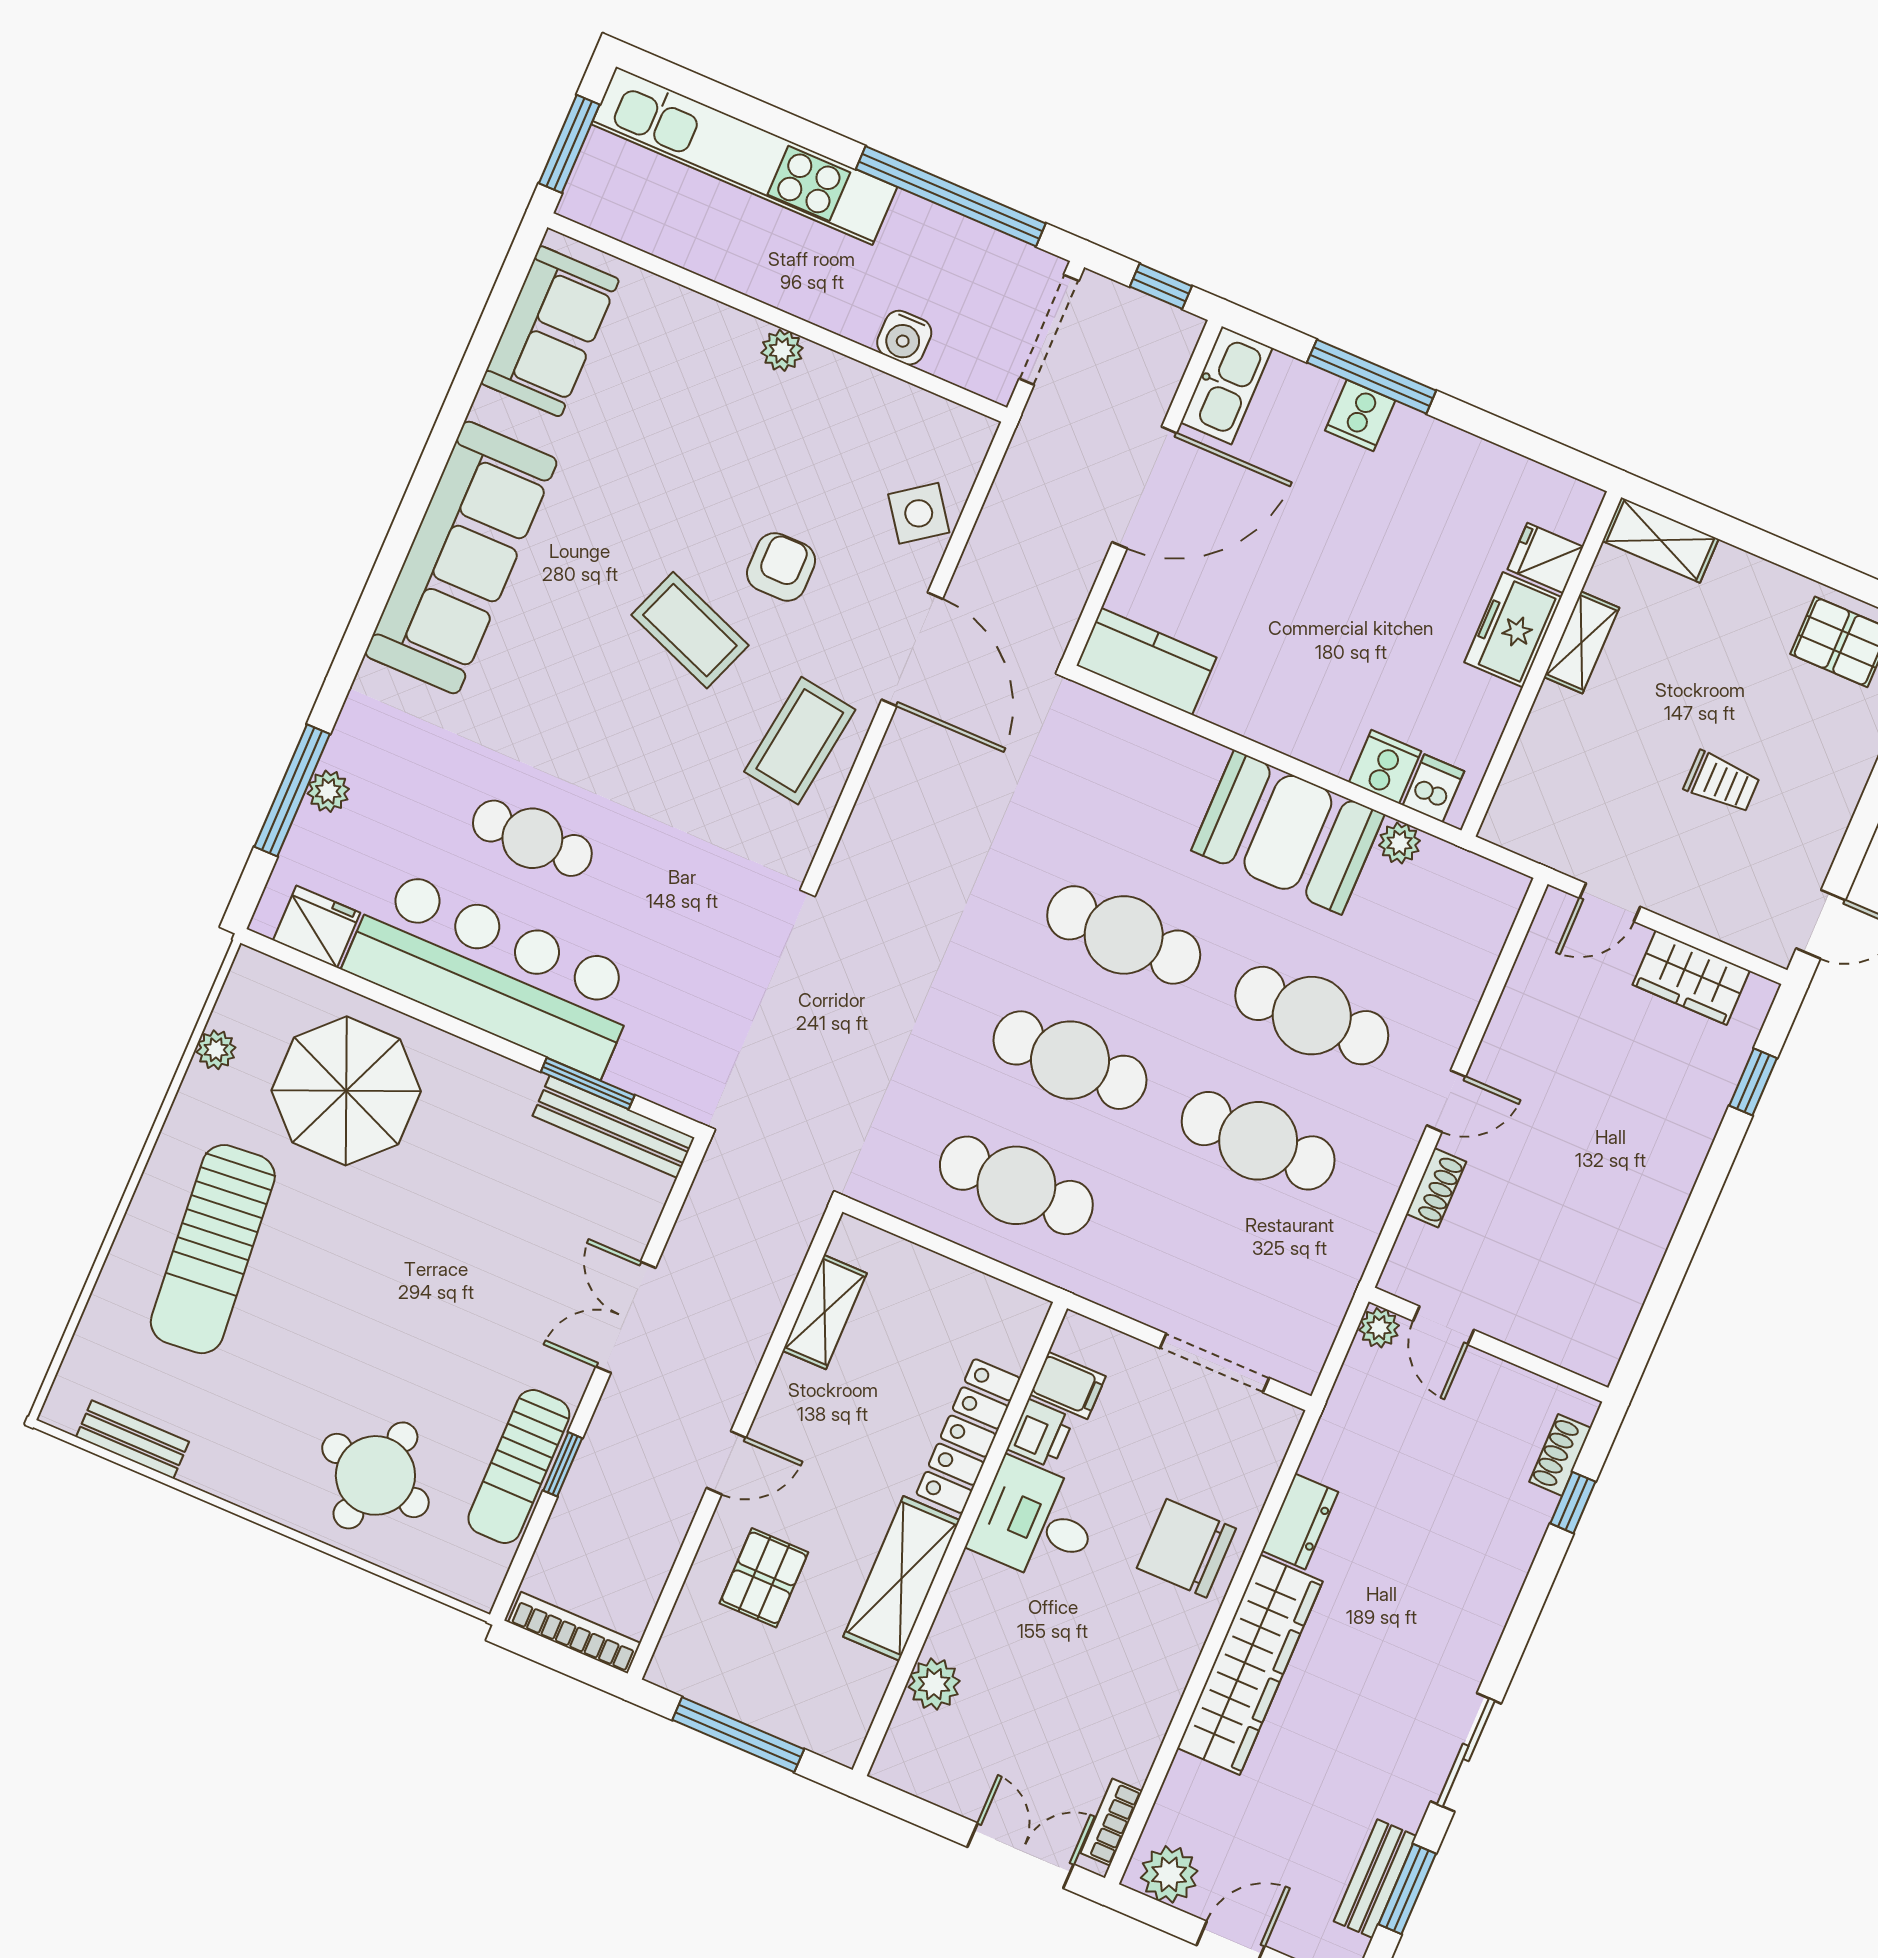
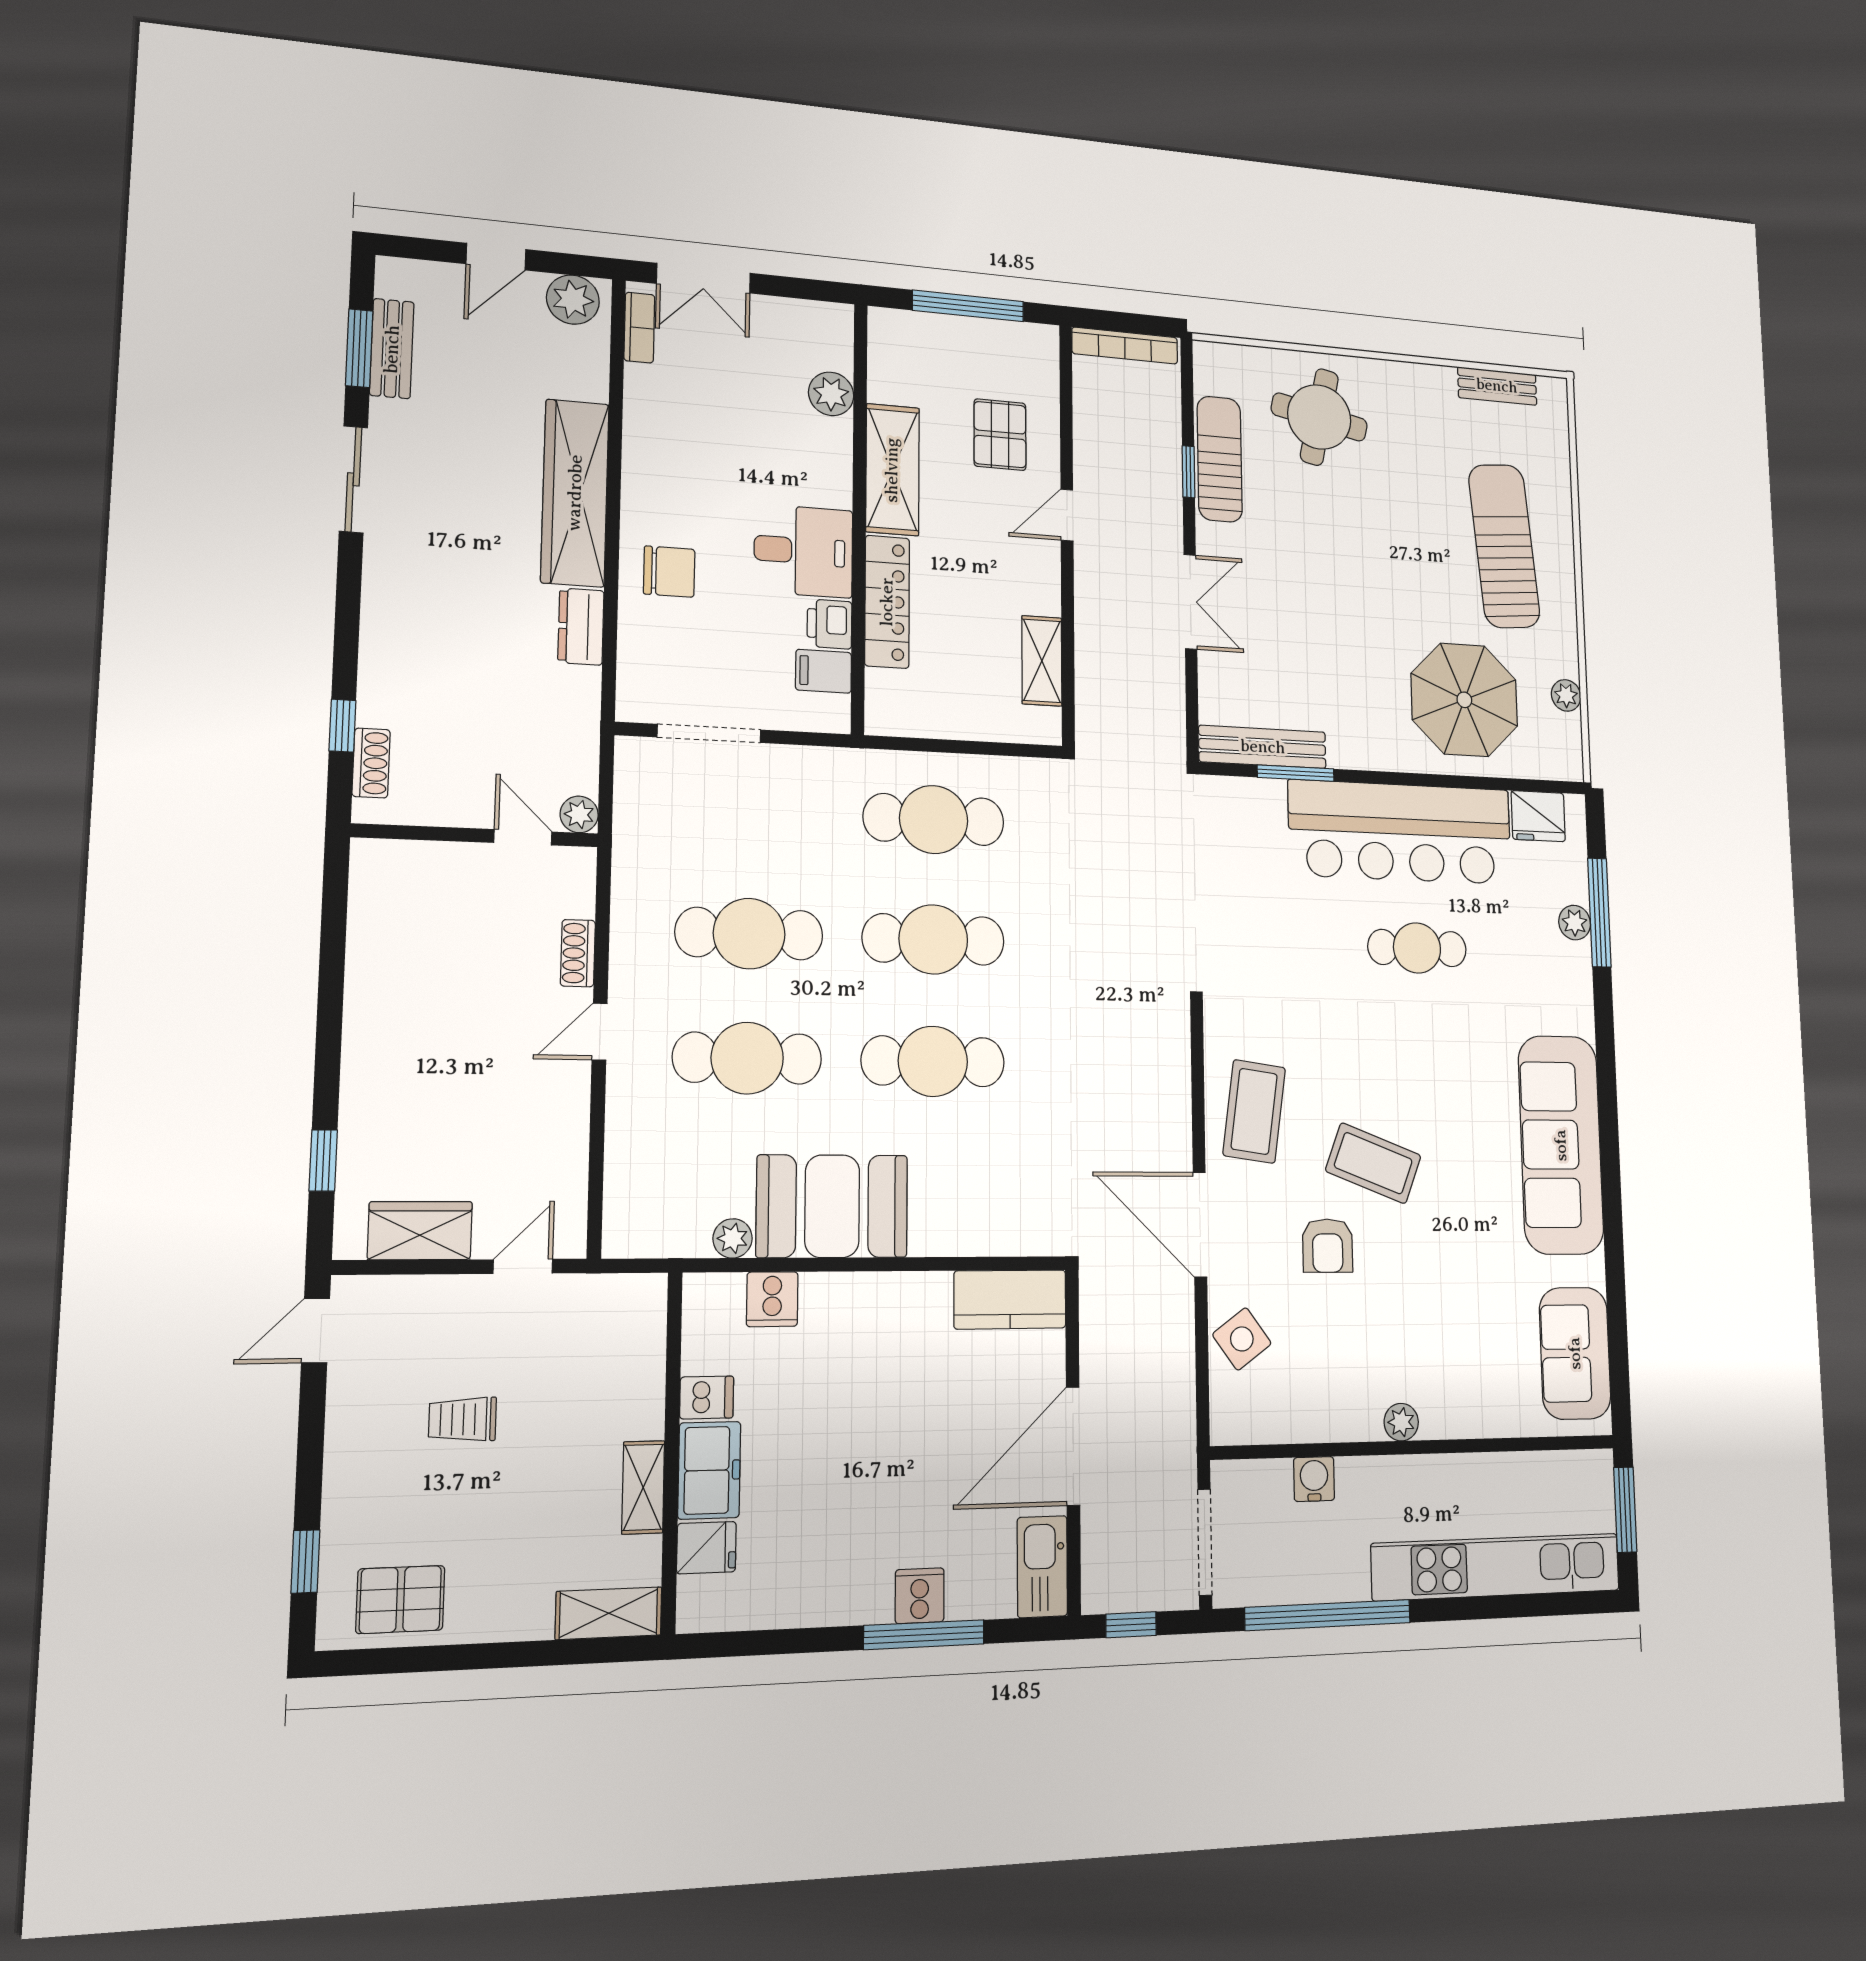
dishwasher: (1433, 788) -> (707, 1397), moved, turned -90
chair: (1186, 1548) -> (669, 572), width x0.73, depth x0.73

